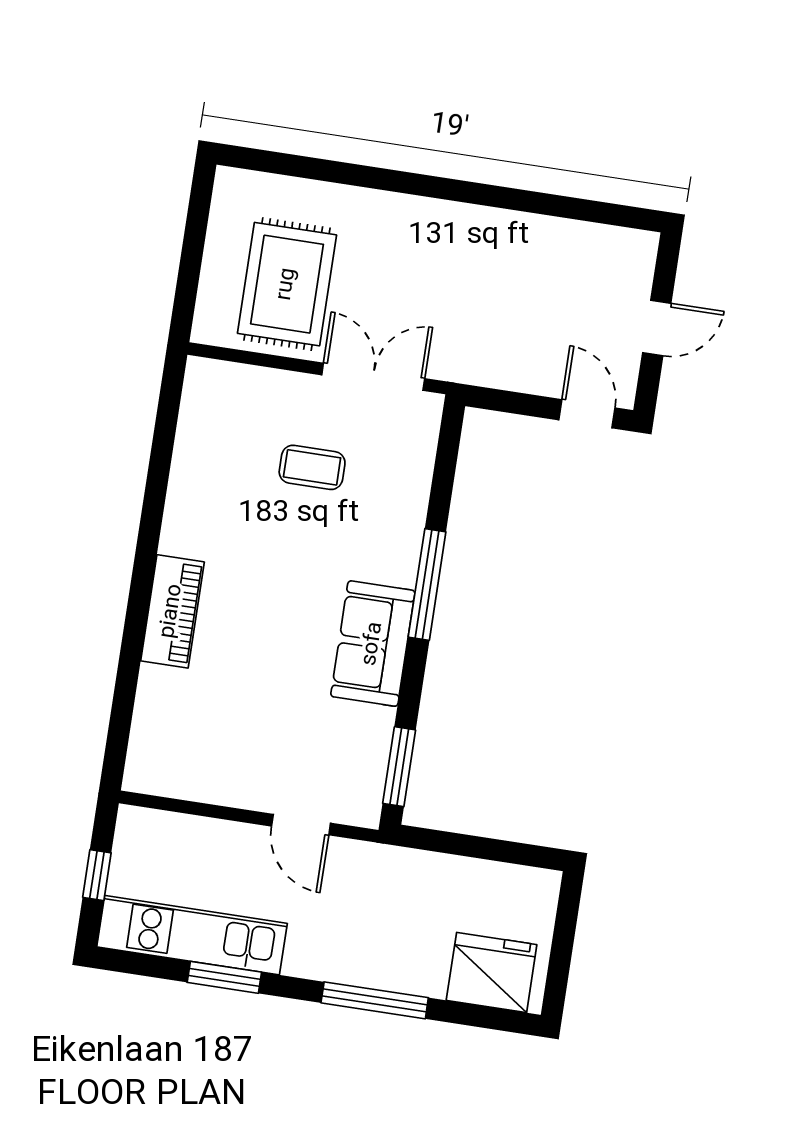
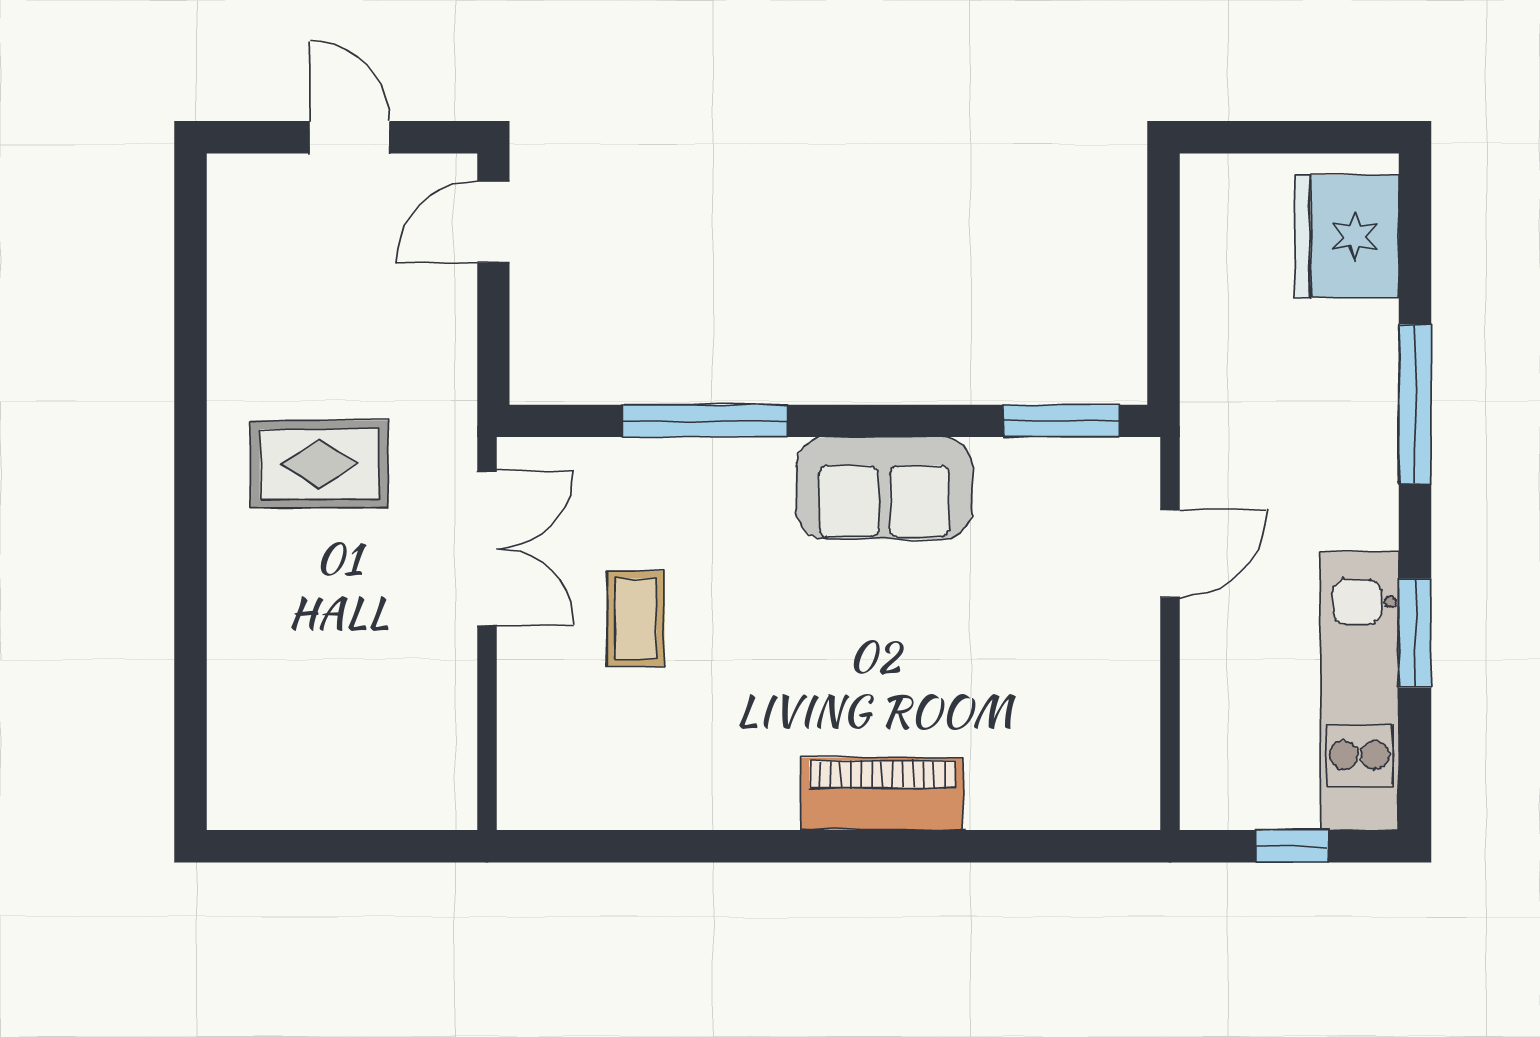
rug: (287, 284) -> (319, 464), moved, width x0.73, depth x0.70
double door: (373, 377) -> (487, 548), swing flipped
window: (427, 584) -> (705, 421), moved

